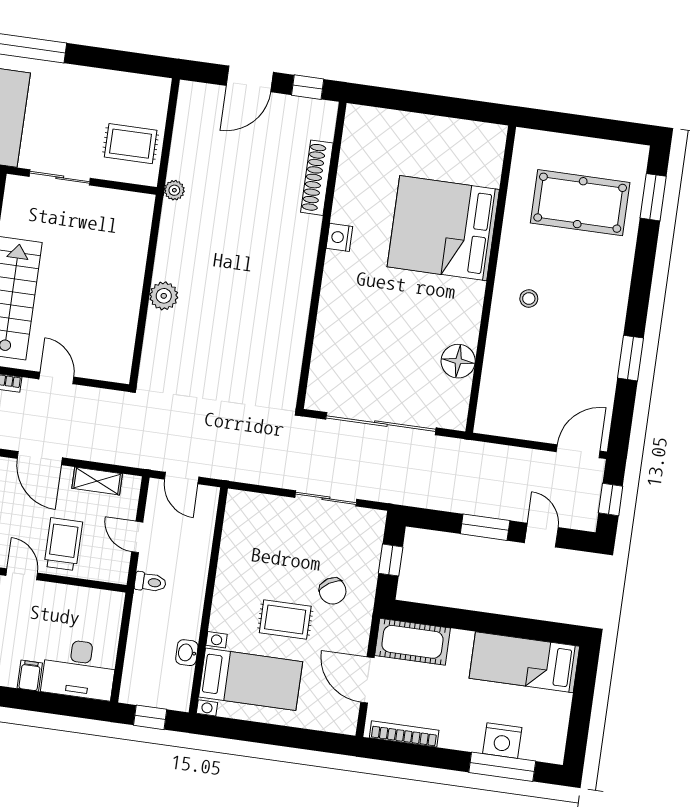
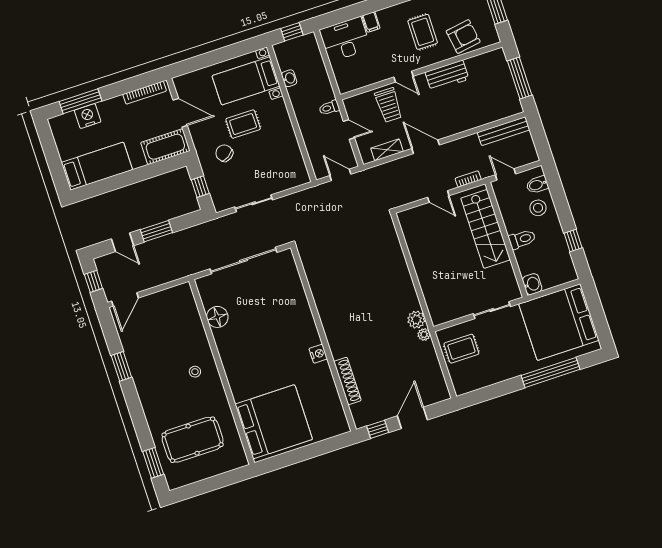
bed: (443, 228) -> (274, 422), moved
plant: (164, 296) -> (416, 320), moved

